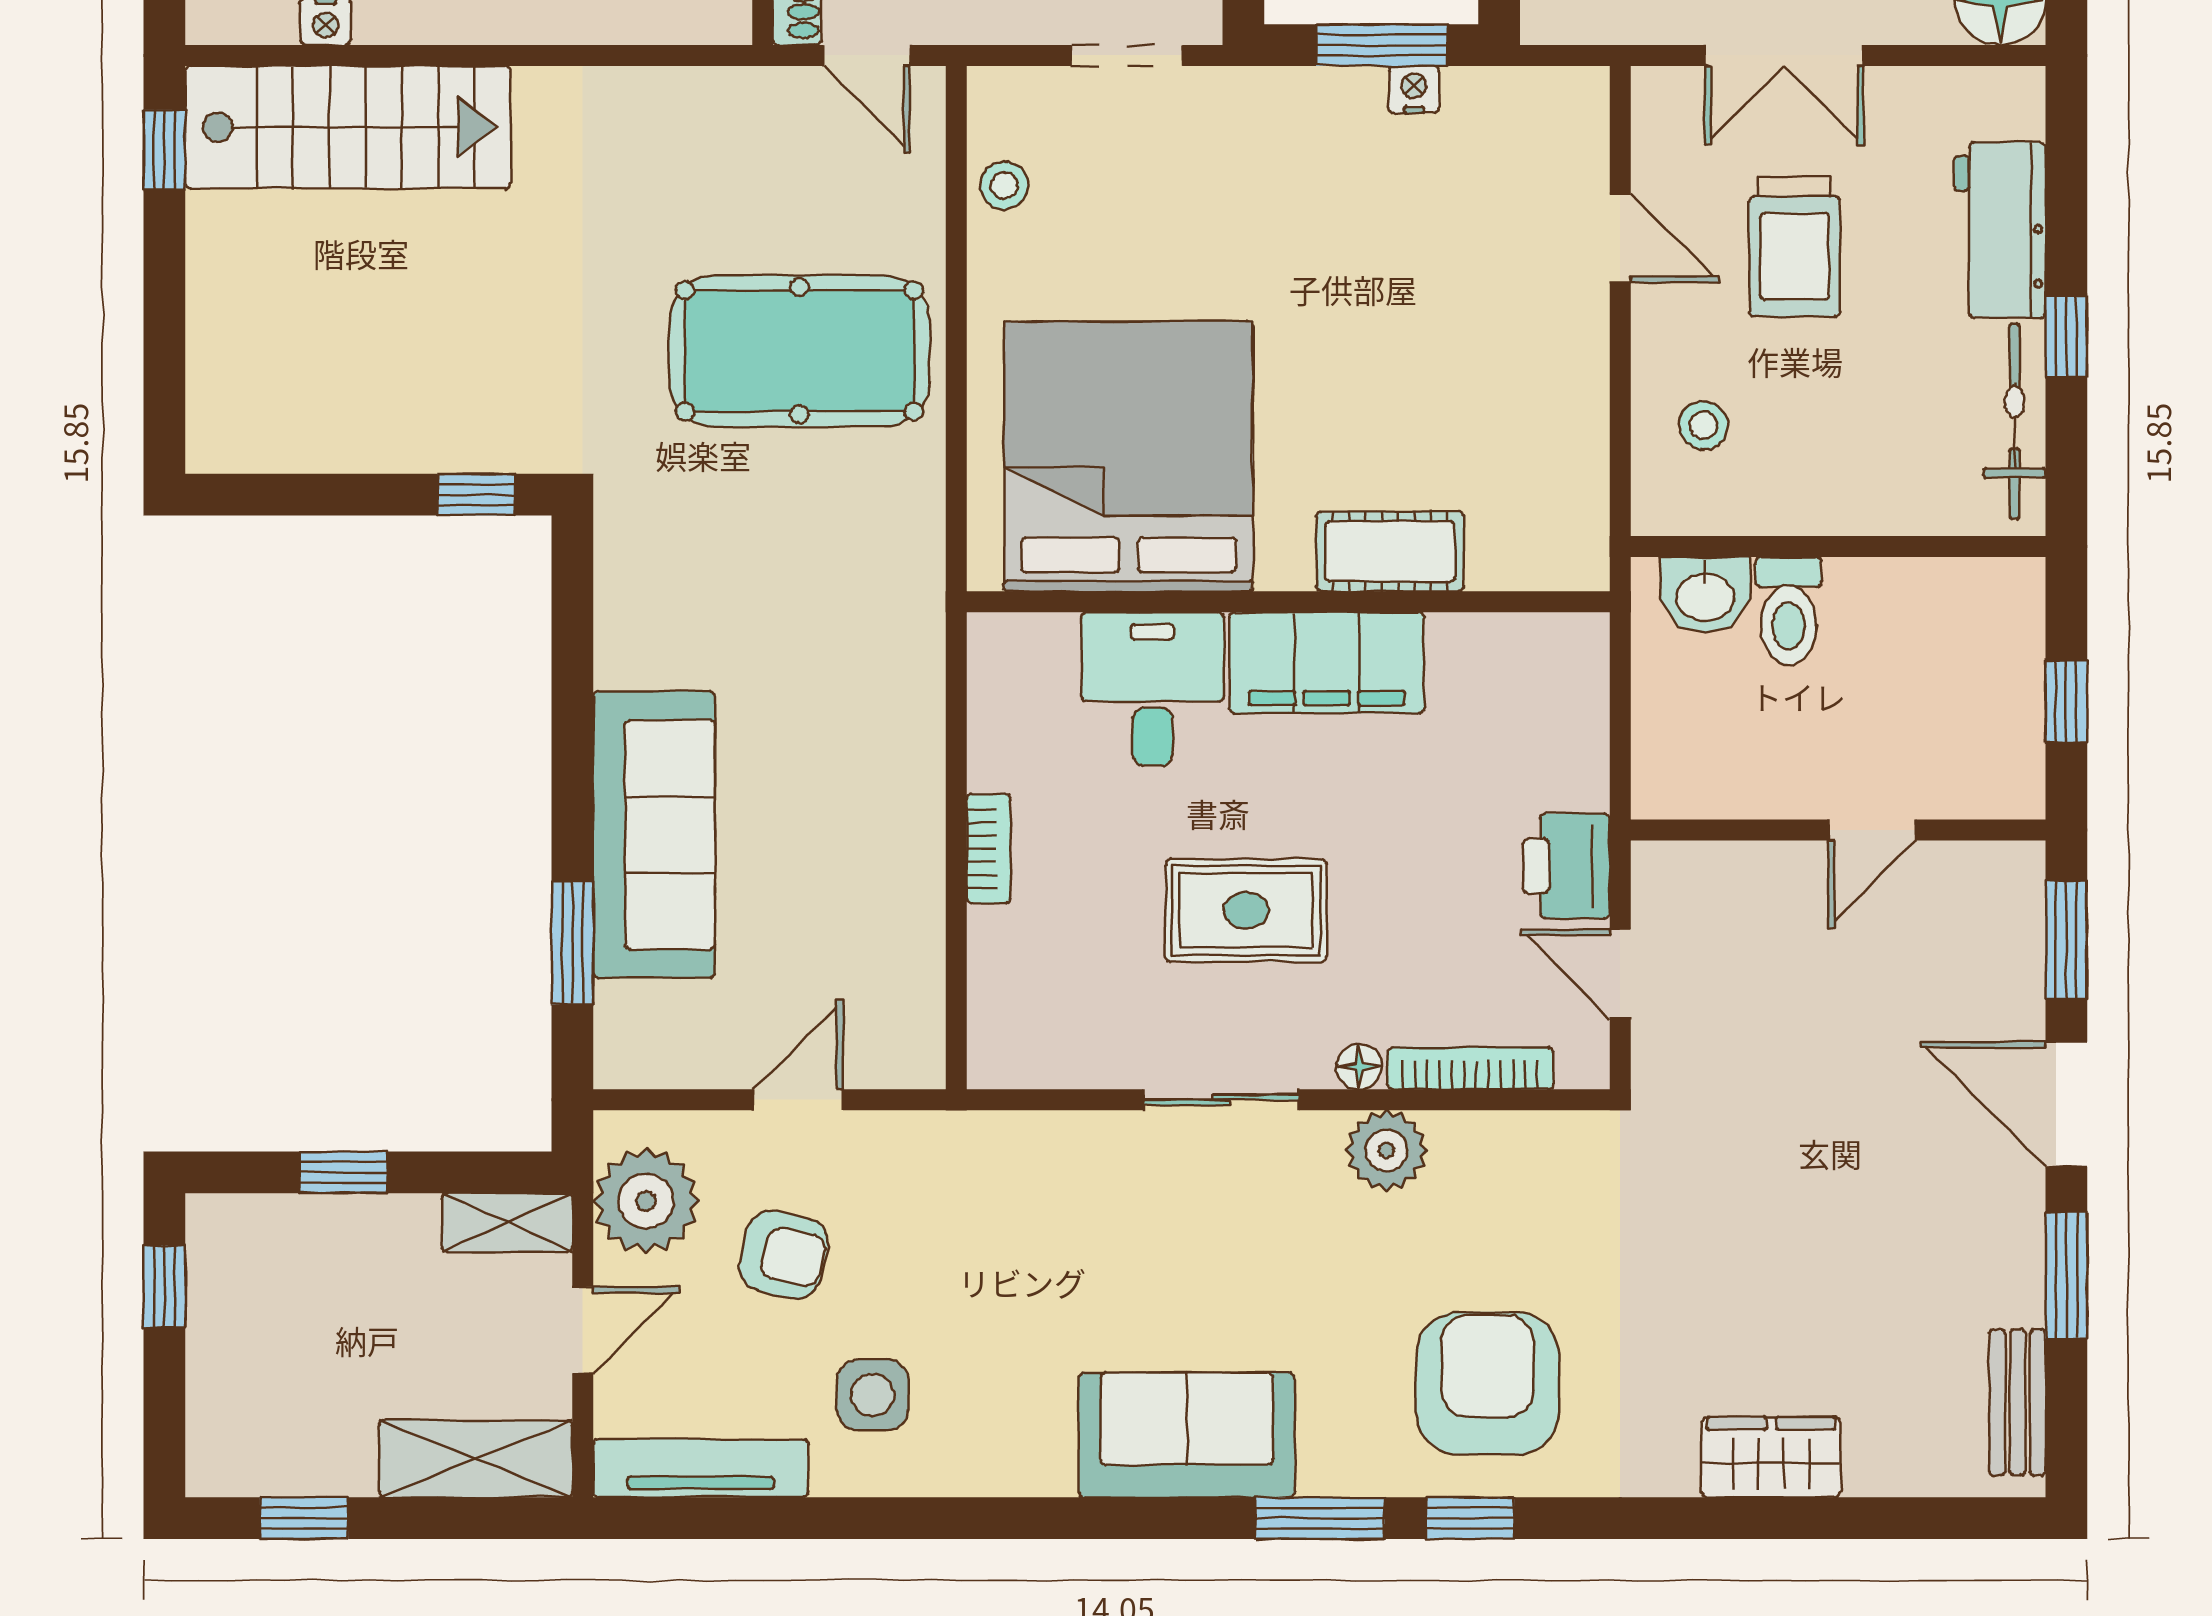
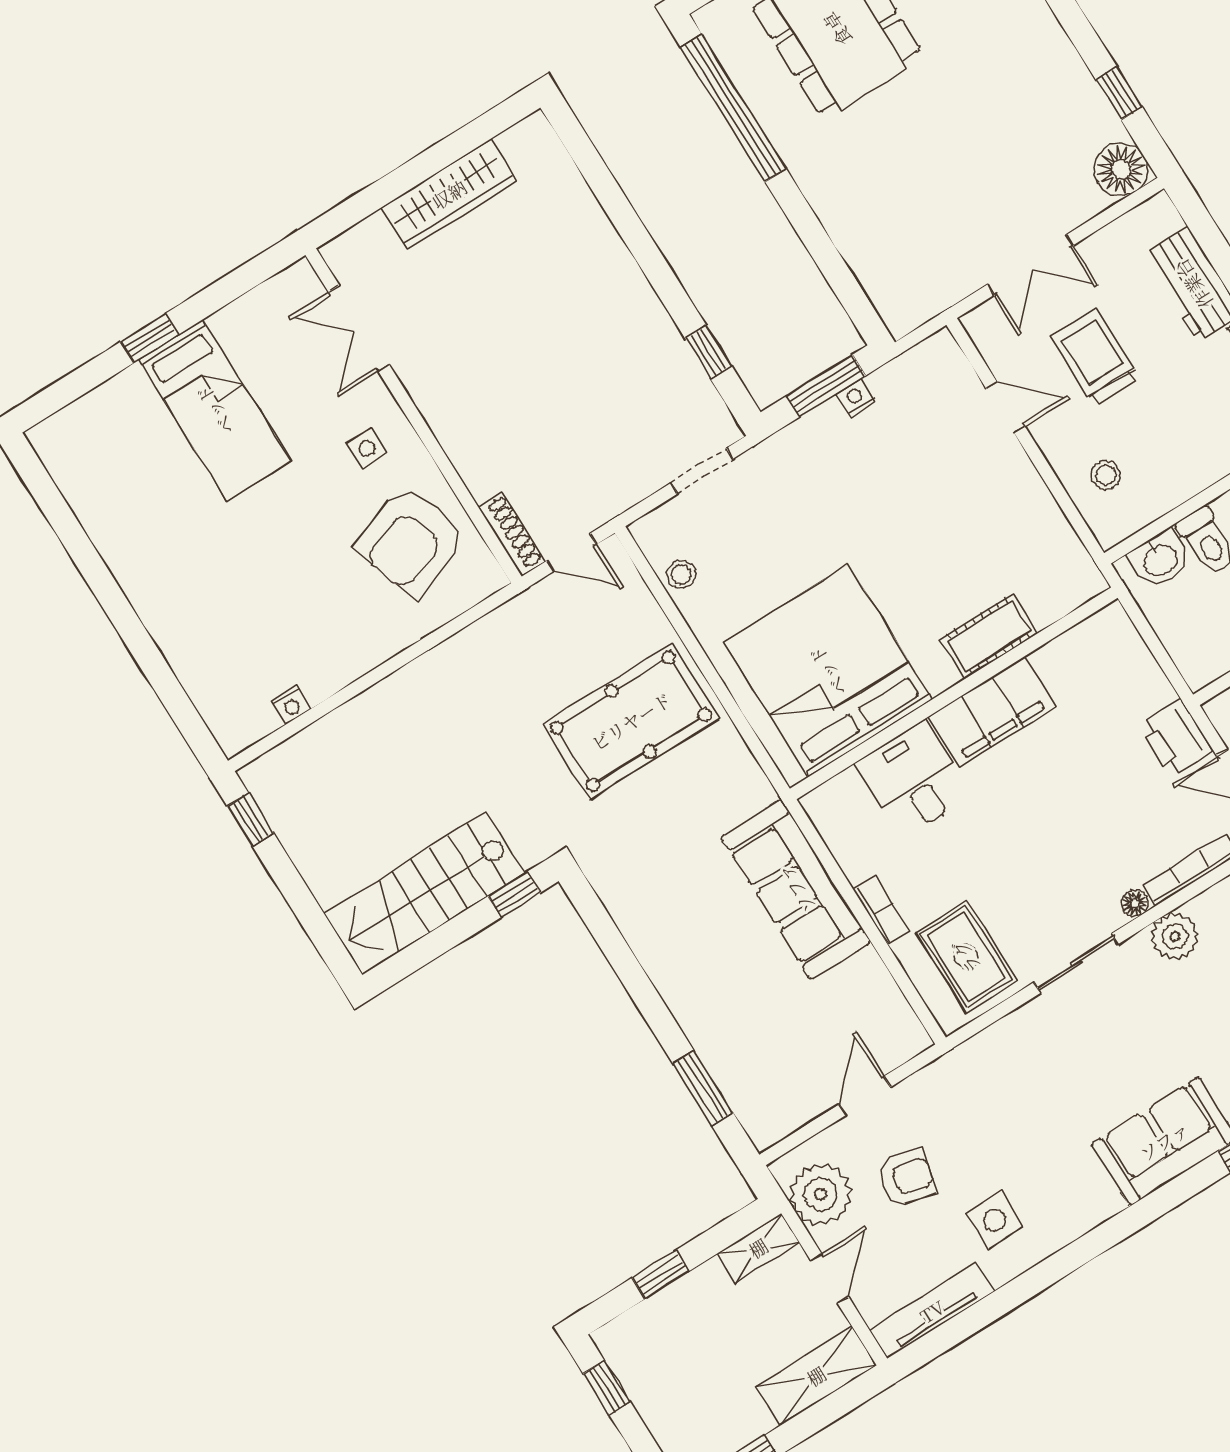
stairs: (348, 127) -> (424, 894), moved, turned 180
trolley: (1794, 247) -> (1095, 357), turned 180
sofa: (654, 835) -> (796, 889), moved, turned 180
rug: (1246, 910) -> (966, 957), moved, turned 90

